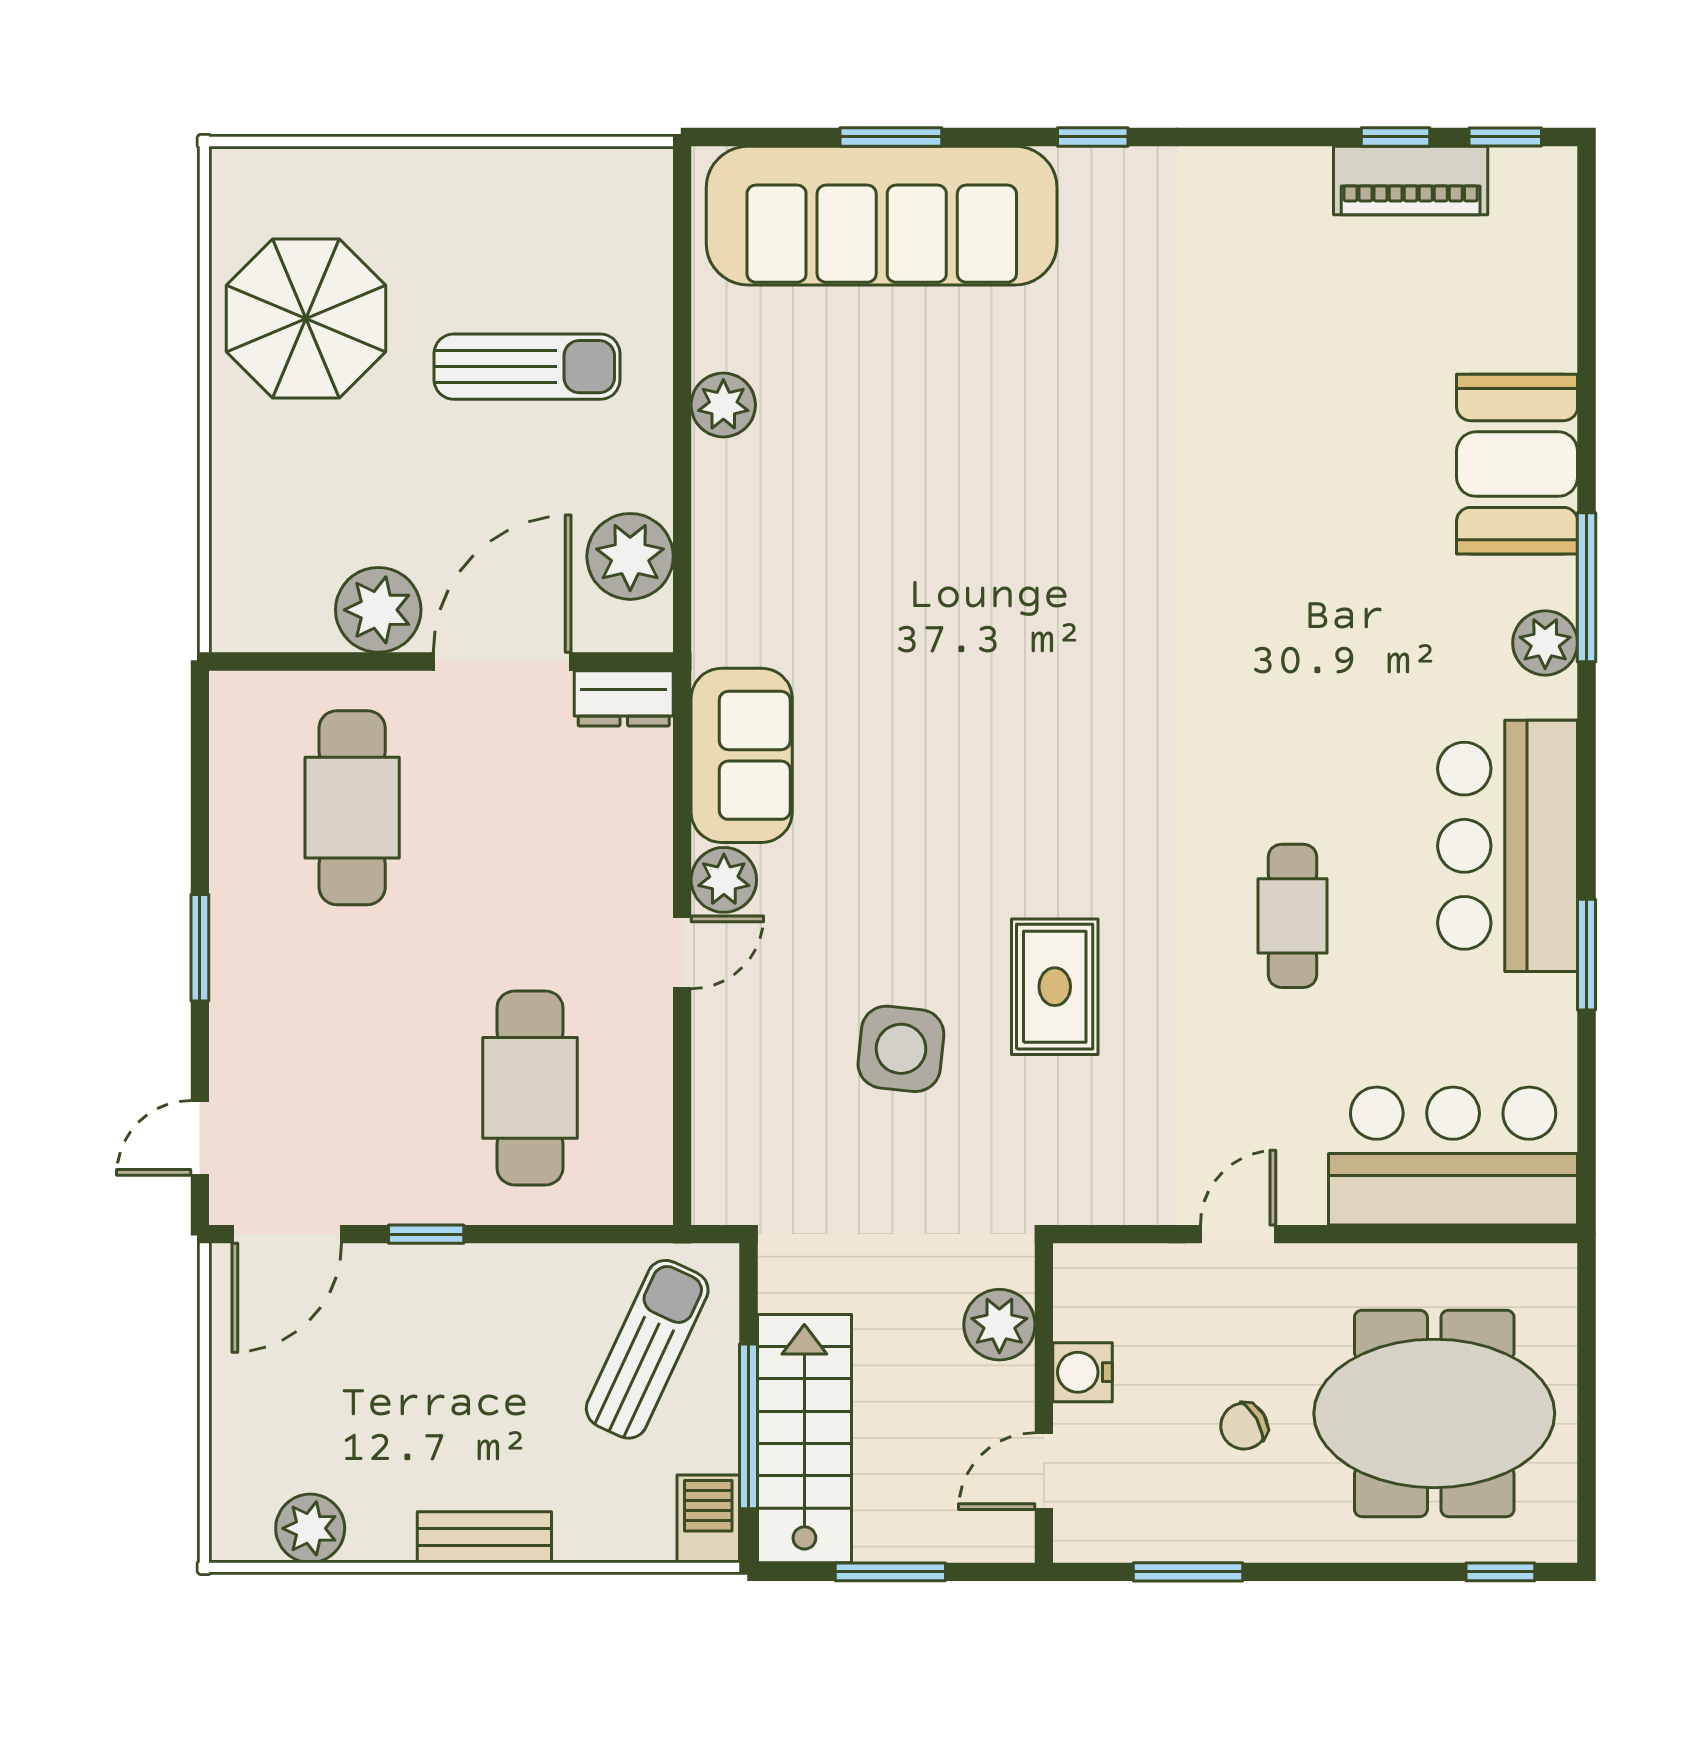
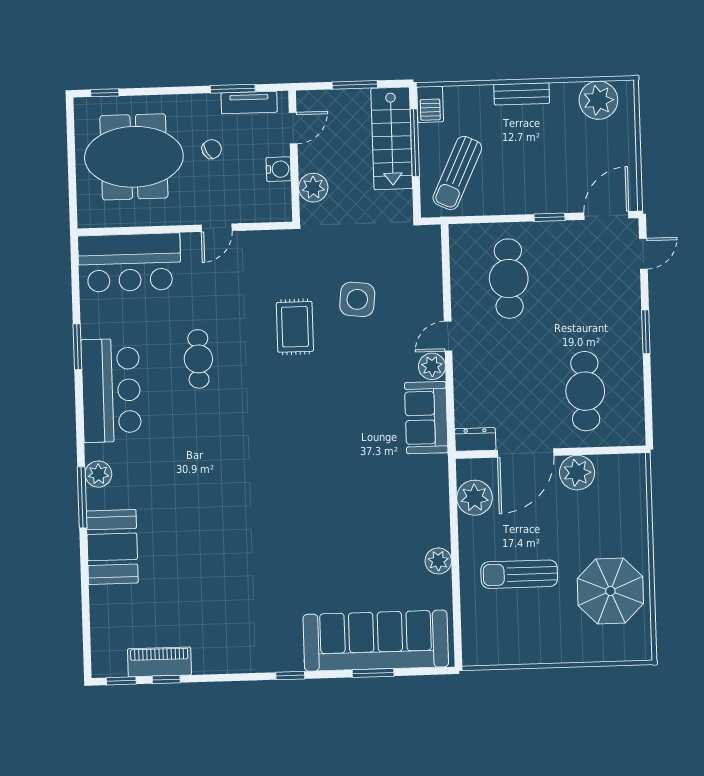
plant: (310, 1528) -> (598, 100), width x1.36, depth x1.36
tv unit: (1149, 1537) -> (249, 103), added

